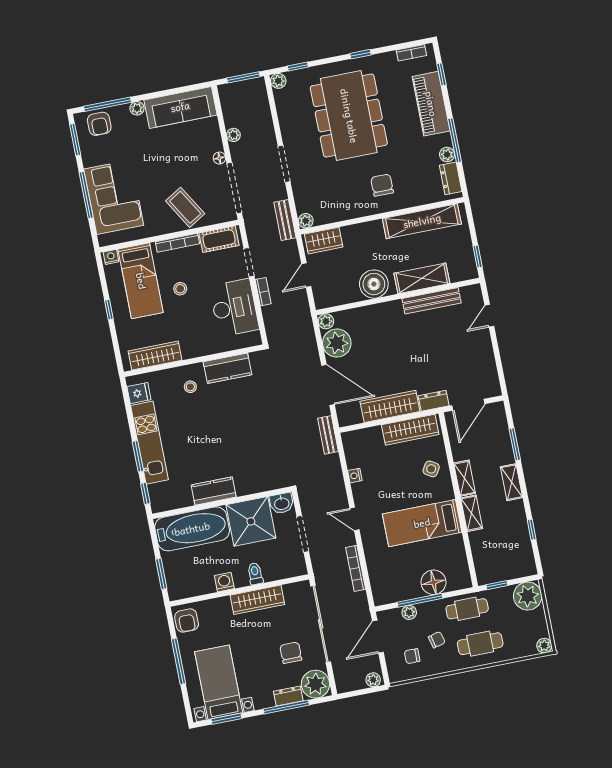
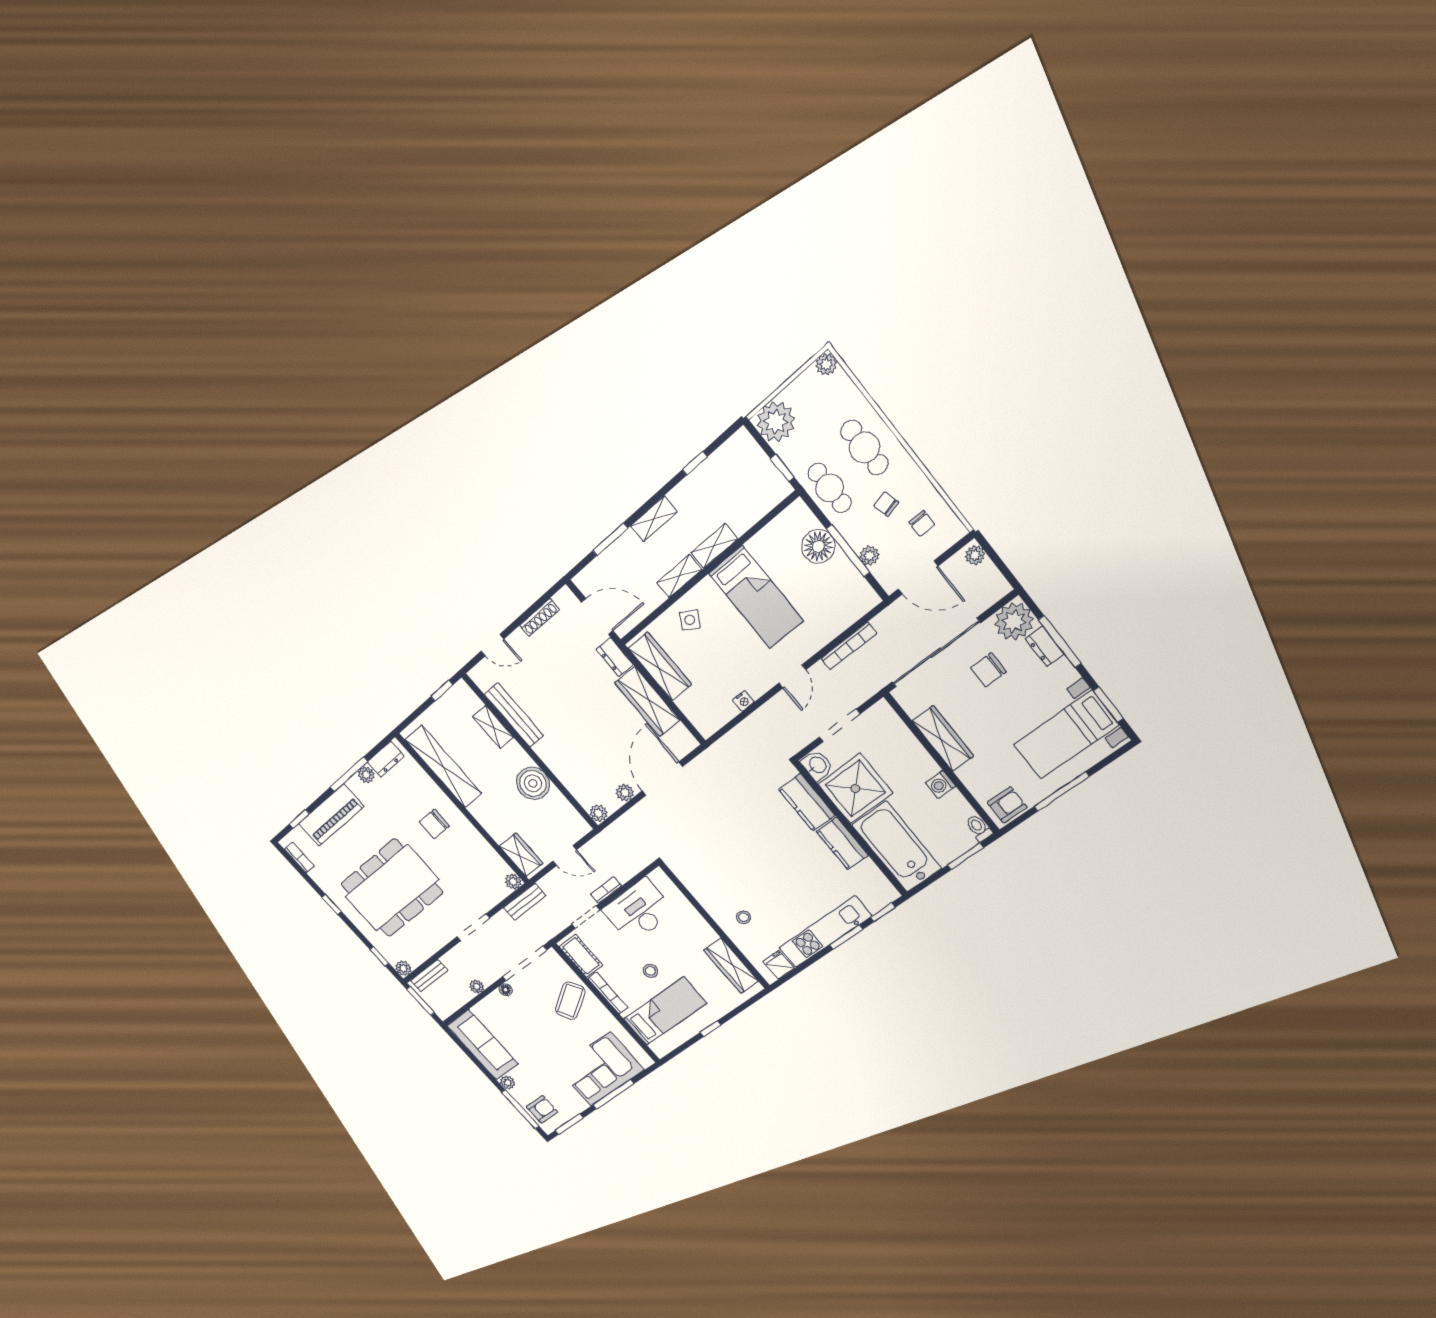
nightstand: (111, 257) -> (658, 1048), removed
shelving: (422, 278) -> (493, 727), width x0.67, depth x0.75
plant: (337, 343) -> (625, 793), width x0.53, depth x0.53
shoe rack: (490, 362) -> (539, 618), added
kitchen counter: (227, 368) -> (807, 802), moved, turned 180
bench: (328, 435) -> (429, 976), moved
toilet: (255, 574) -> (979, 828), moved, turned 90

